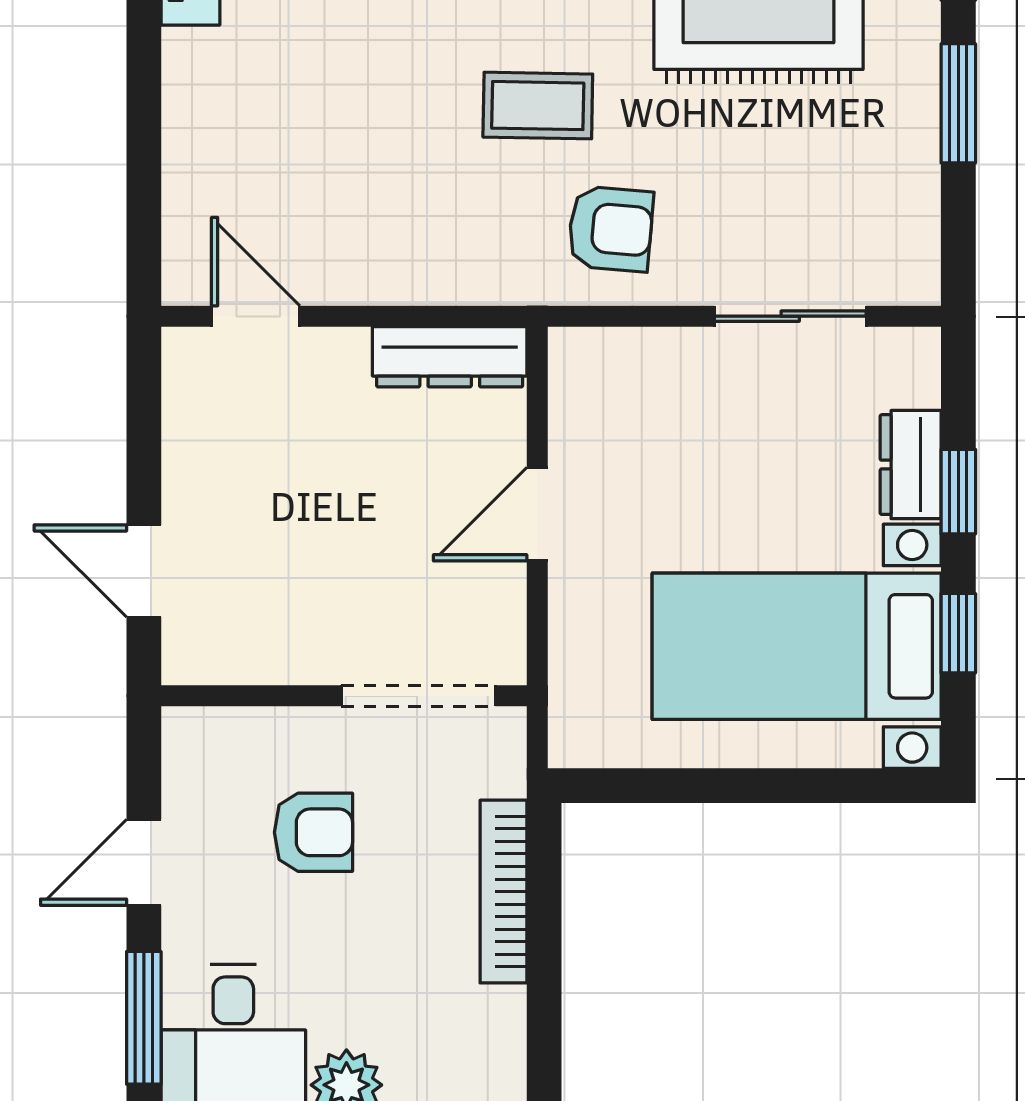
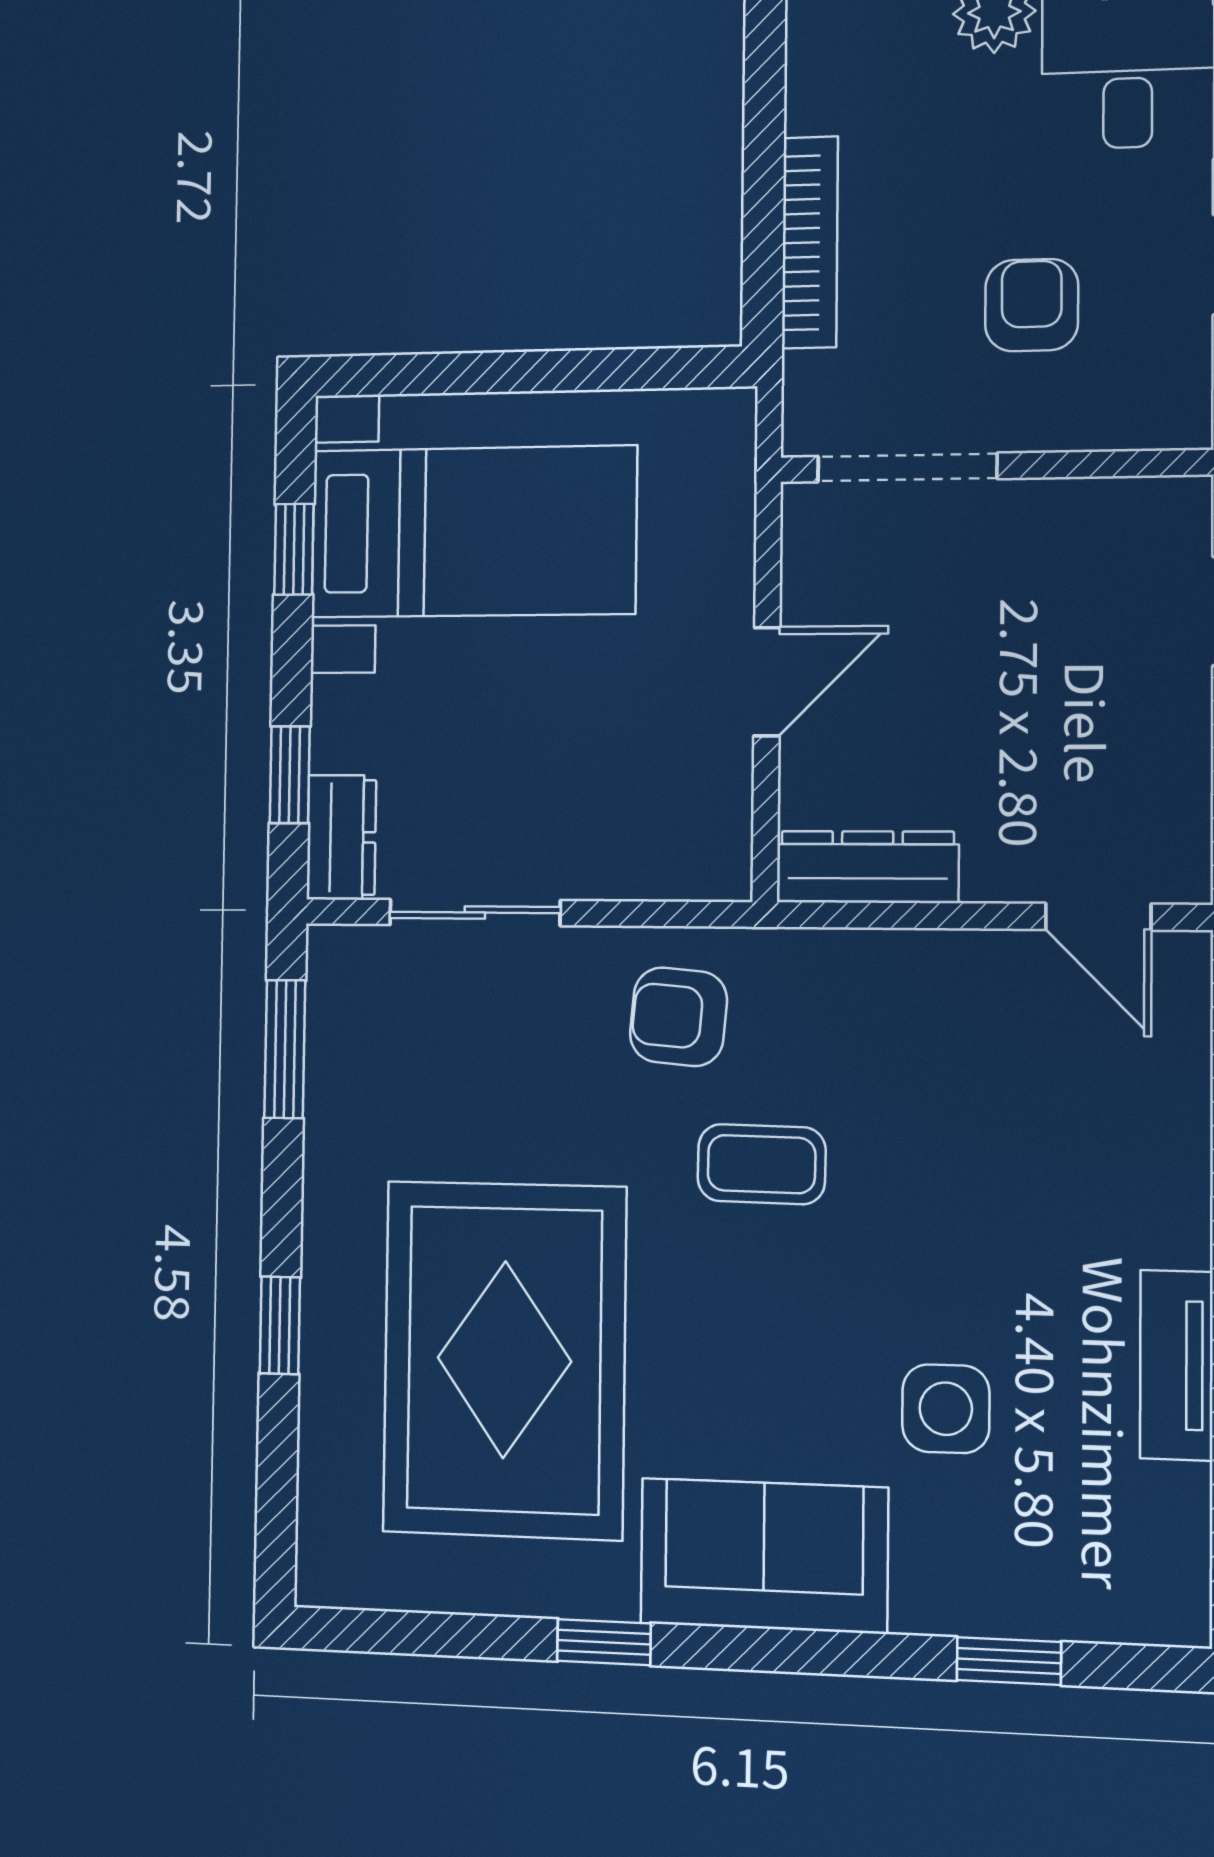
window: (958, 103) -> (285, 1049), moved
dresser: (911, 465) -> (341, 837), moved
window: (958, 492) -> (290, 775), moved
armchair: (313, 832) -> (1032, 305), turned 90

